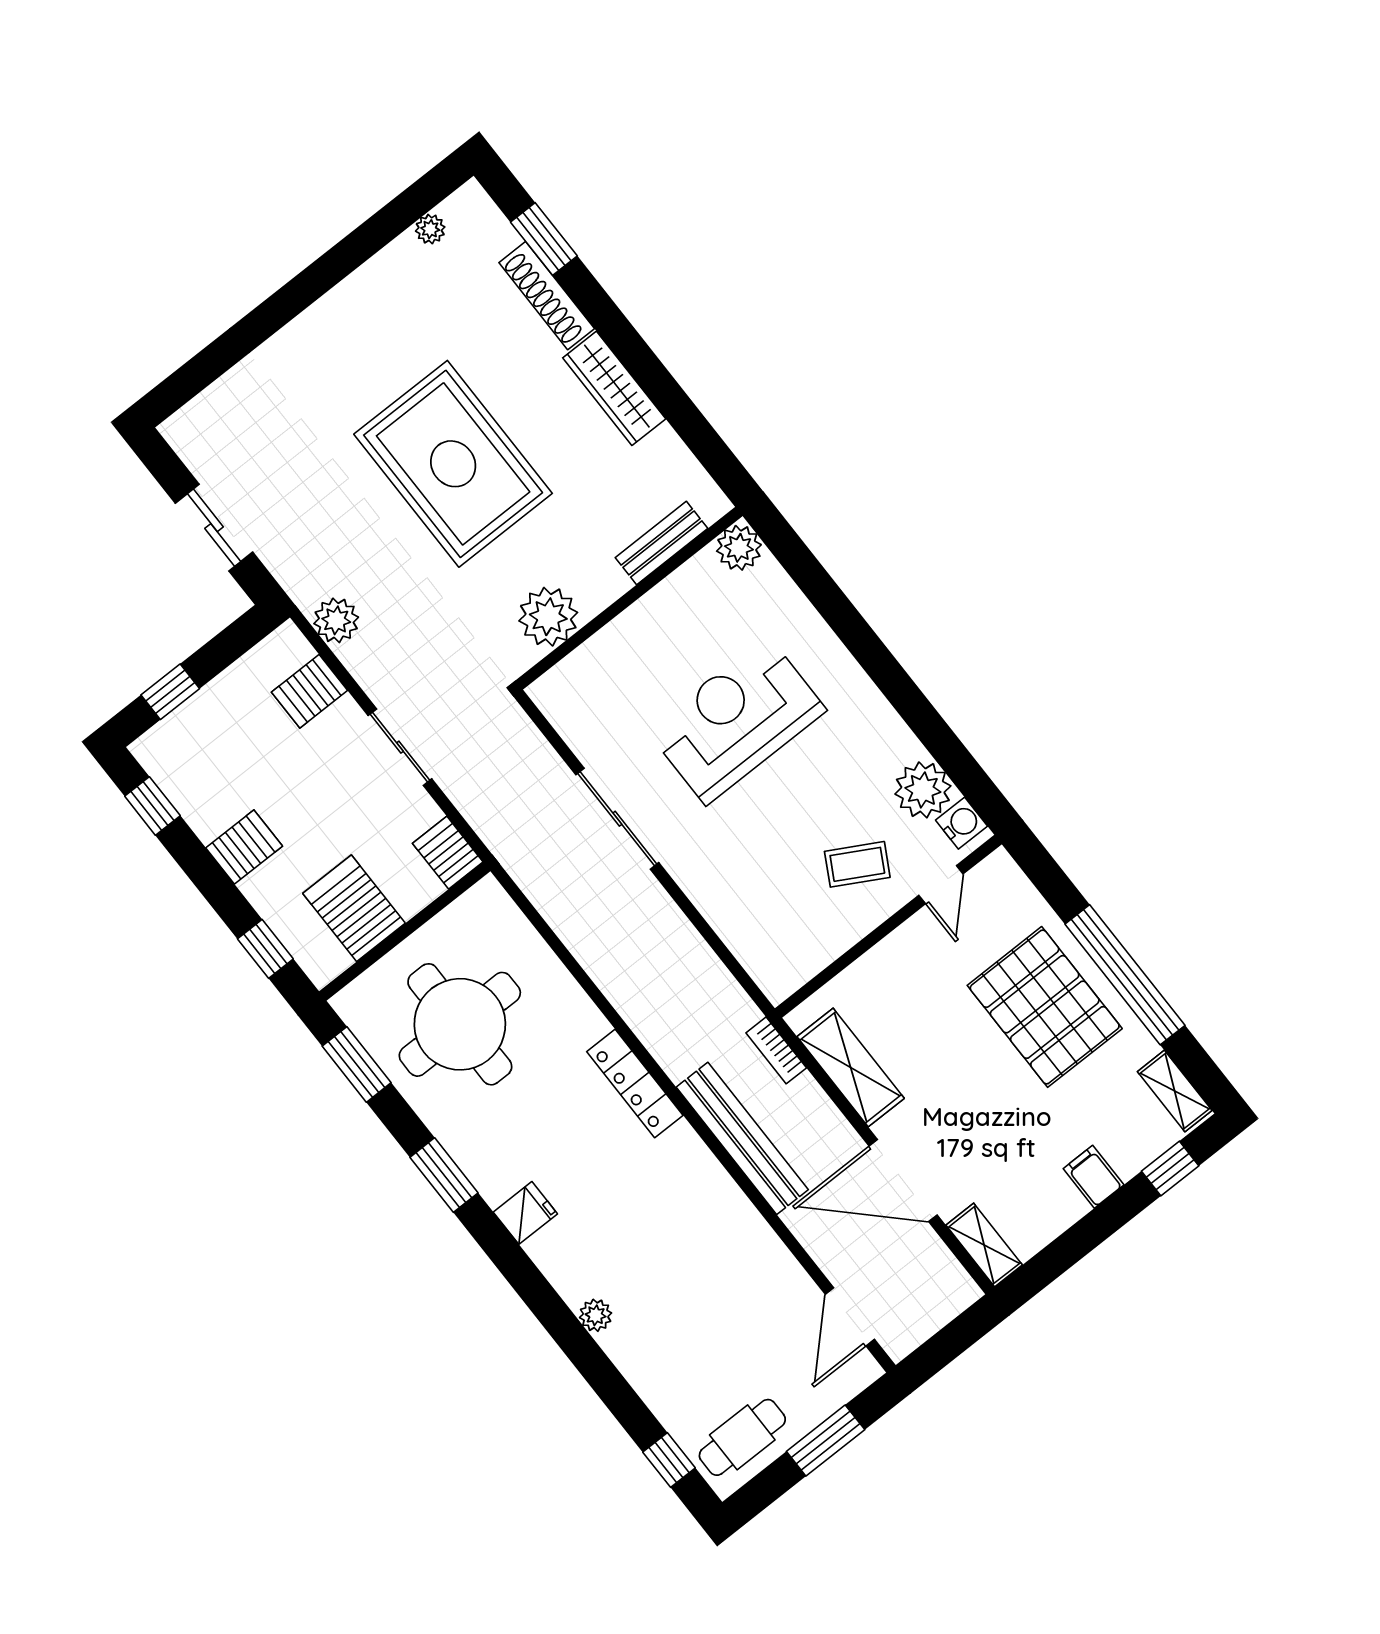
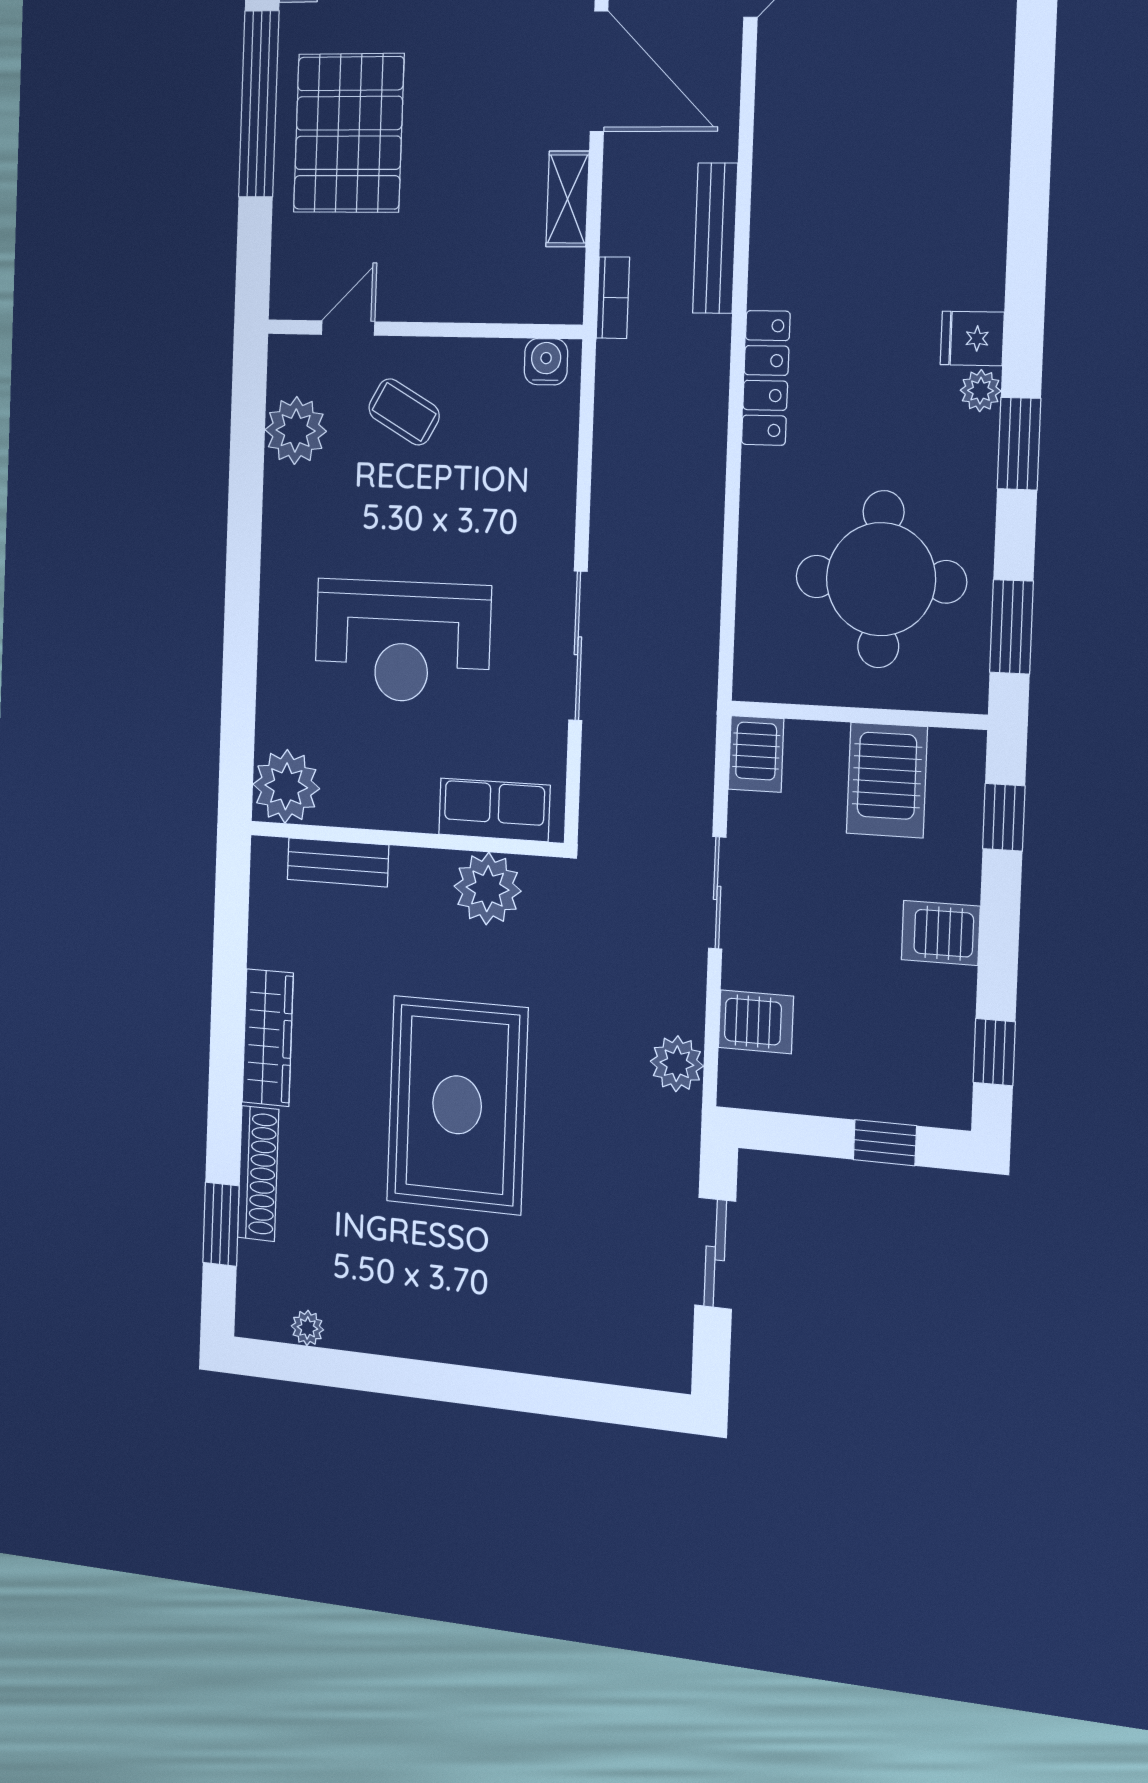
plant: (739, 548) -> (286, 786), width x1.36, depth x1.36
row of seats: (586, 669) -> (494, 810), added
water cooler: (962, 823) -> (546, 362), moved, turned 90
shelving: (851, 1067) -> (567, 199), width x0.67, depth x0.75
bench: (742, 1138) -> (715, 238), width x0.73, depth x0.82
plant: (596, 1315) -> (981, 391), moved

